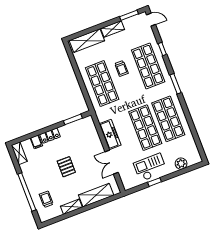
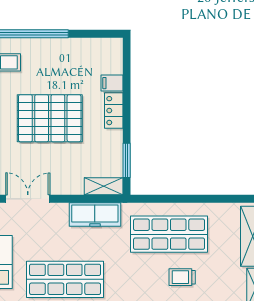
freezer: (110, 134) -> (95, 214), moved
shelving: (19, 153) -> (104, 186), moved
pallet: (66, 167) -> (50, 118), width x2.05, depth x2.00

